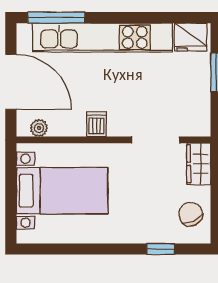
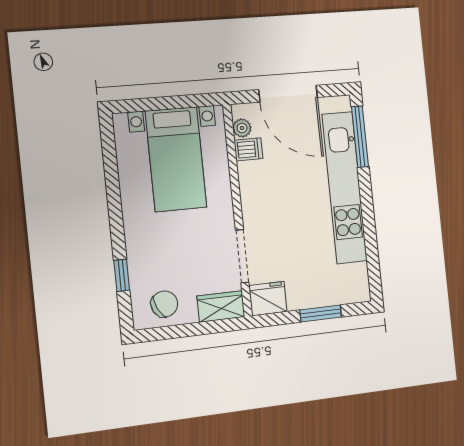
fridge: (191, 37) -> (268, 299), moved, turned 90
door: (11, 82) -> (288, 94), hinge flipped
dishwasher: (96, 124) -> (248, 149), moved

